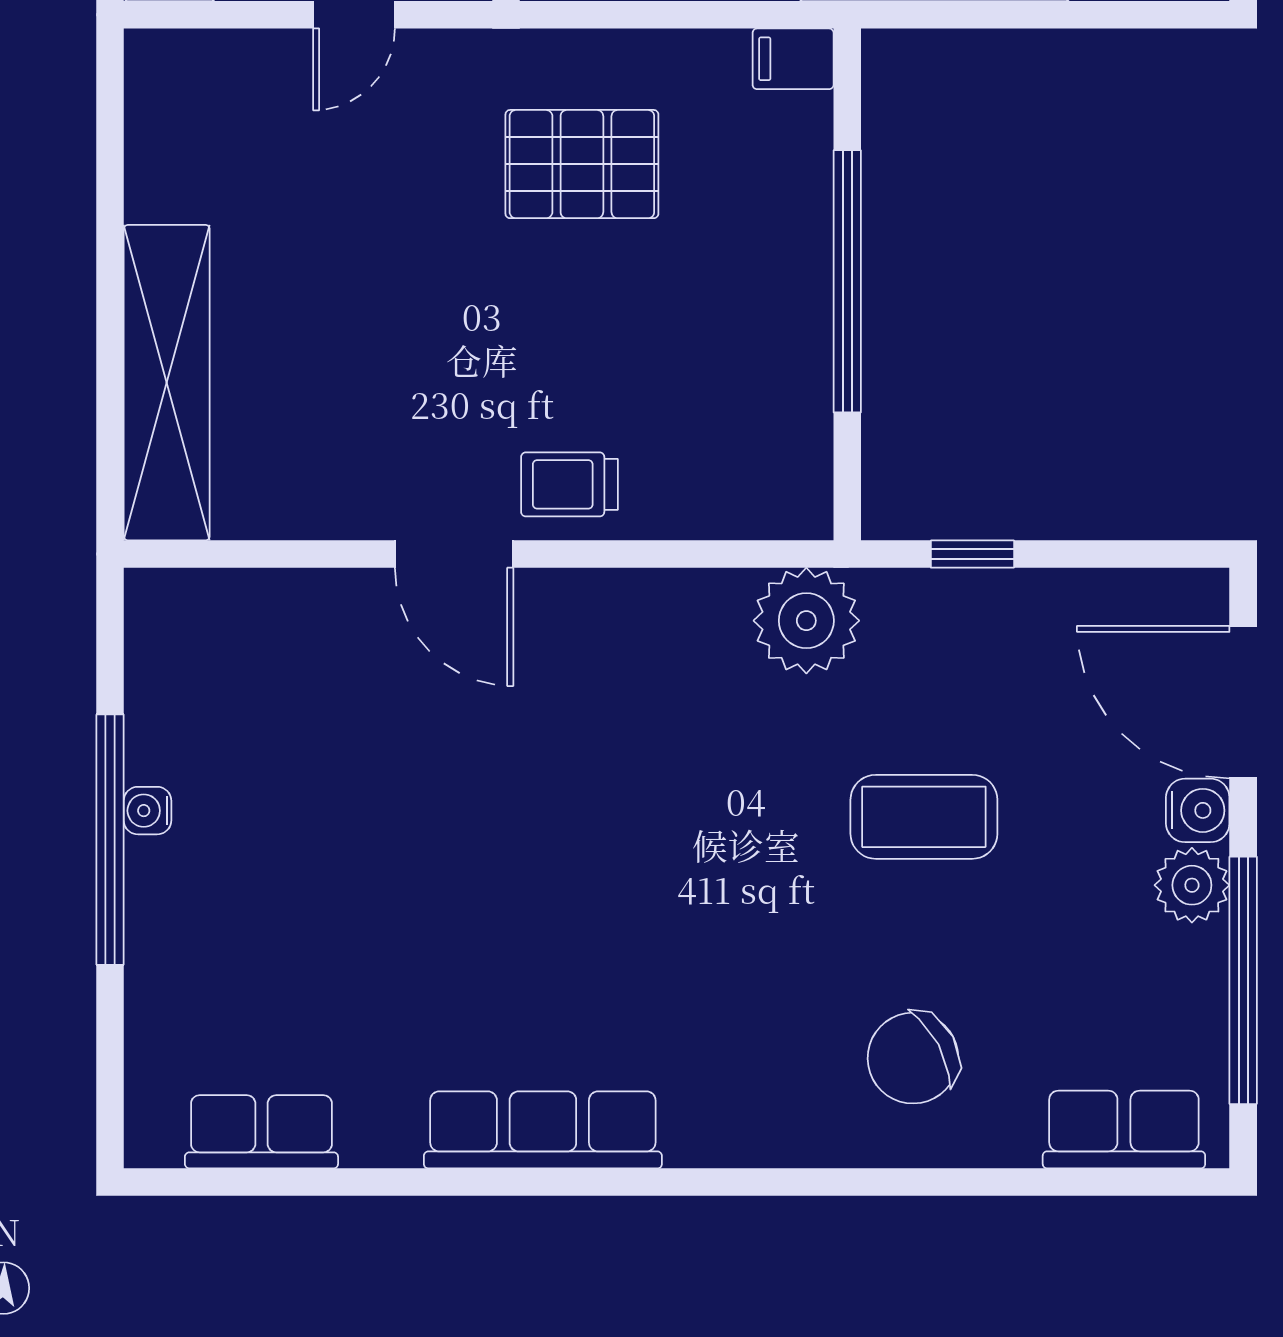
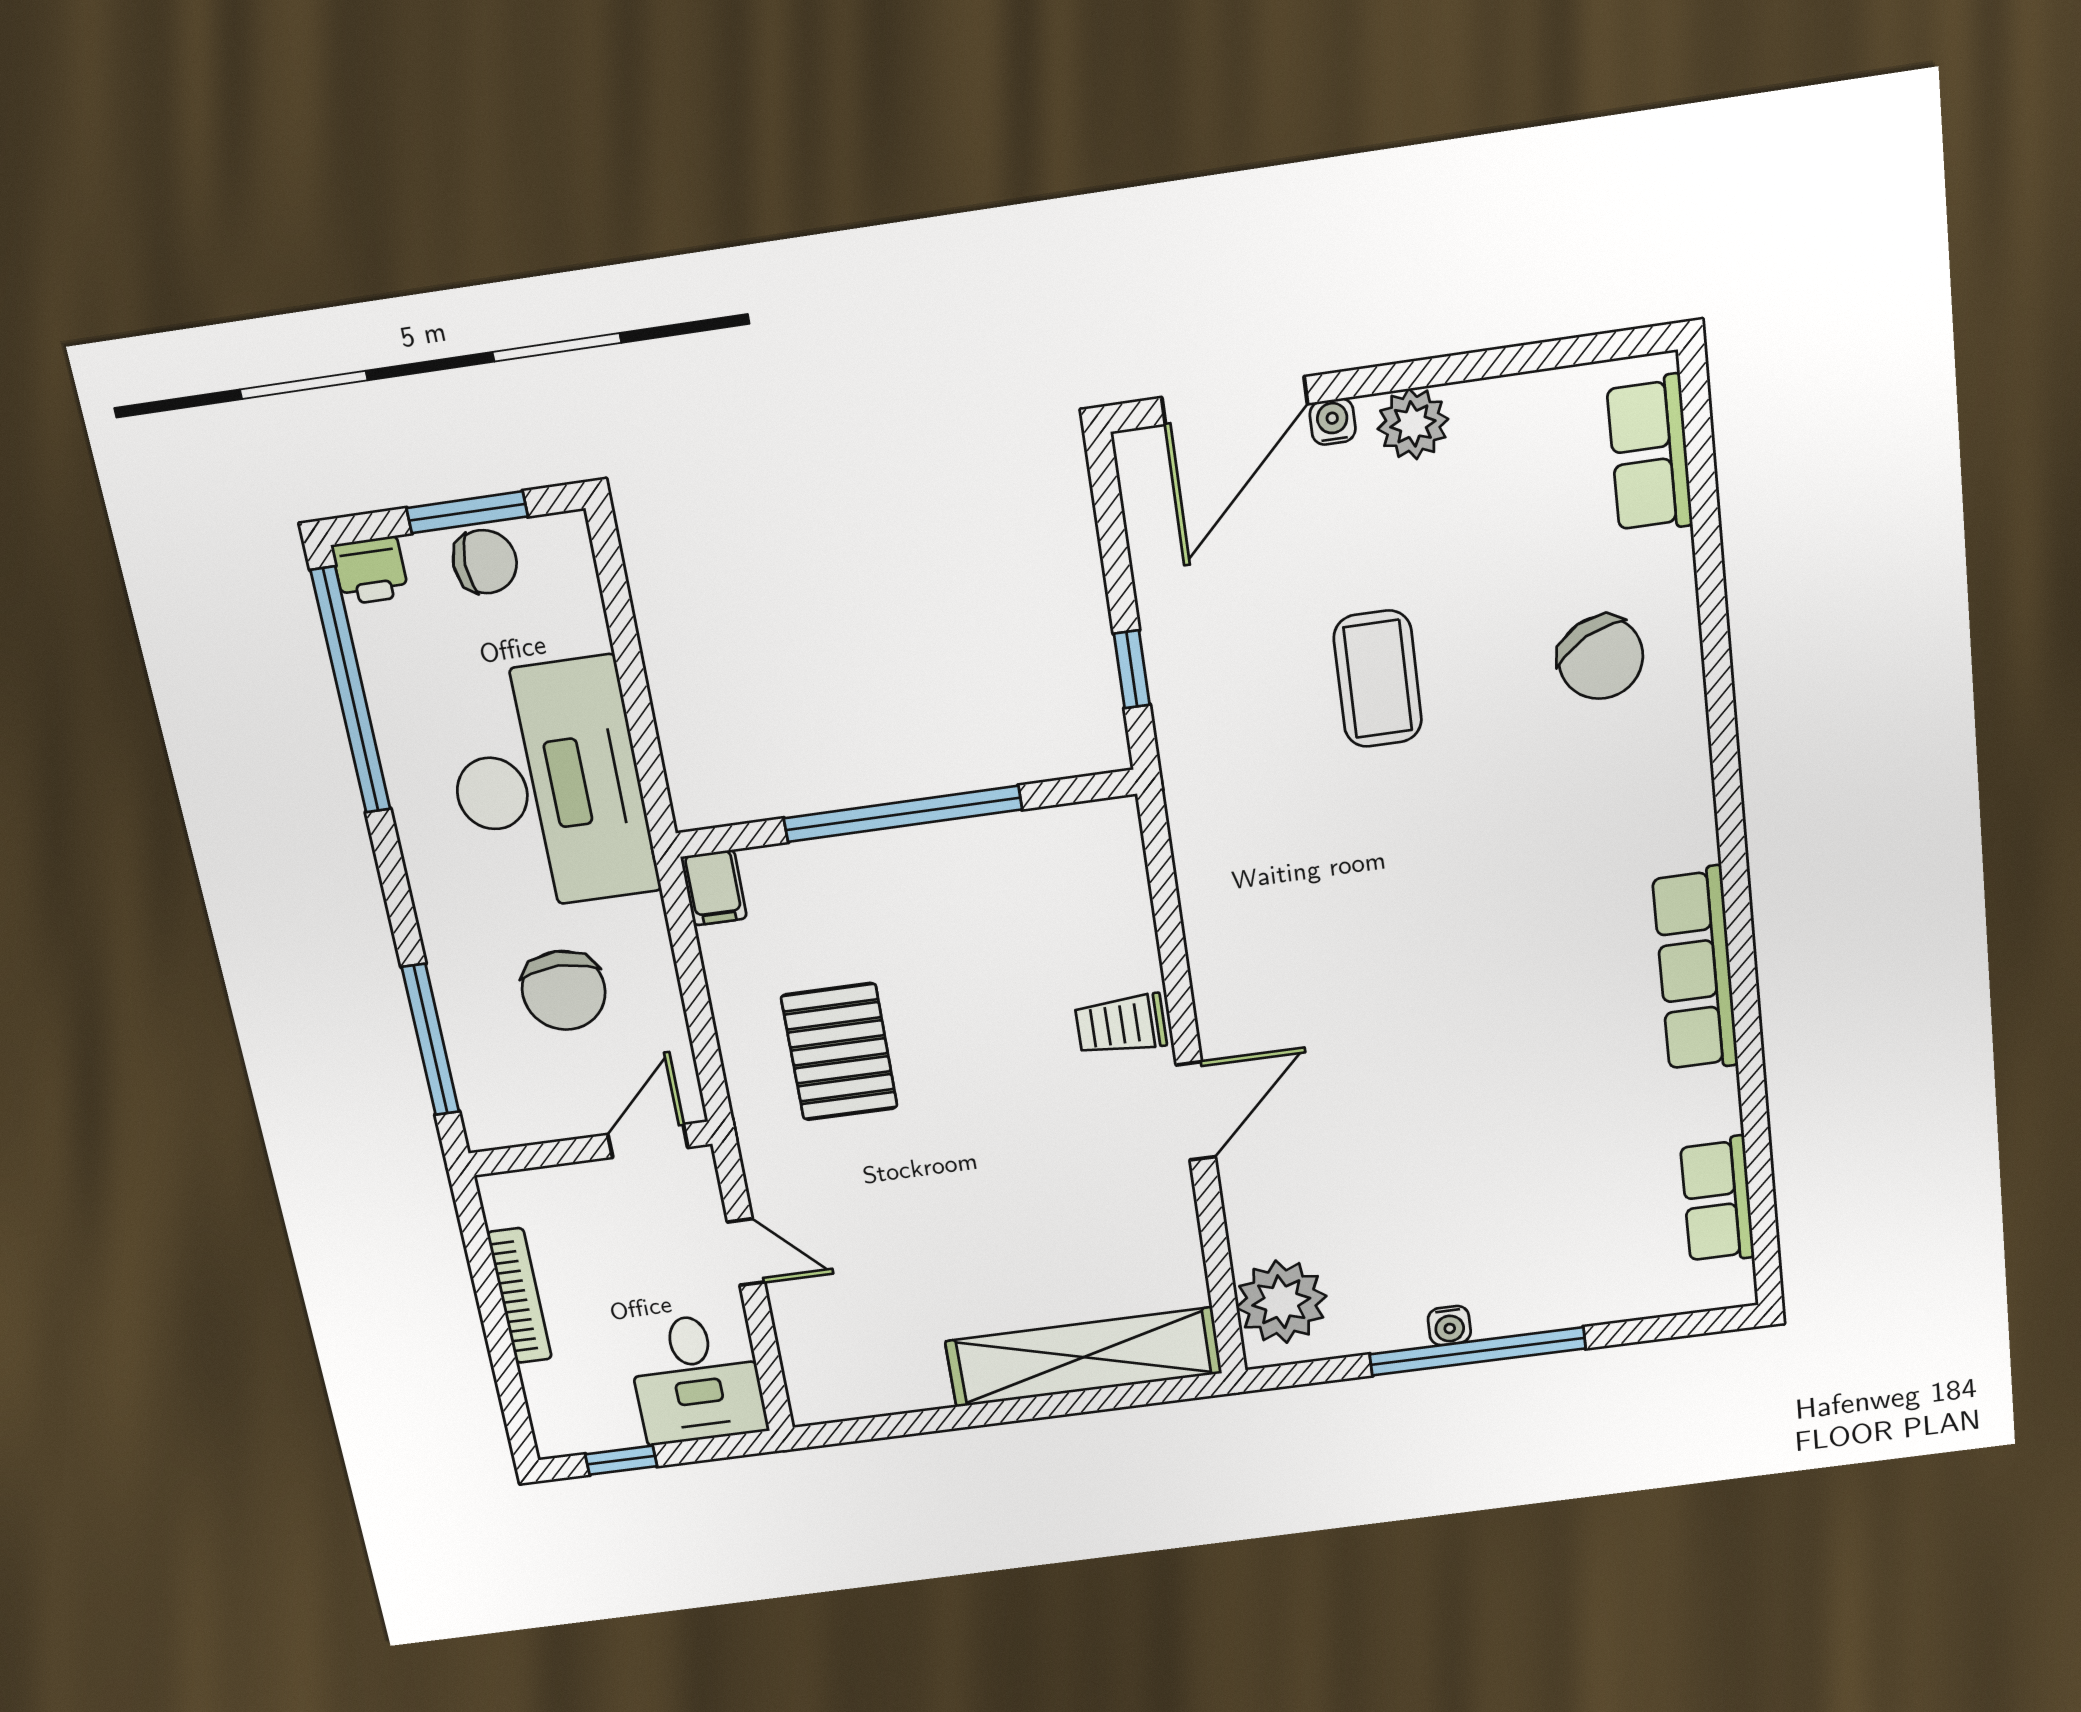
trolley: (569, 484) -> (1121, 1025), turned 90
plant: (806, 621) -> (1281, 1302), moved
water cooler: (1198, 810) -> (1333, 422), width x0.72, depth x0.72
window: (1243, 980) -> (1498, 362), removed

